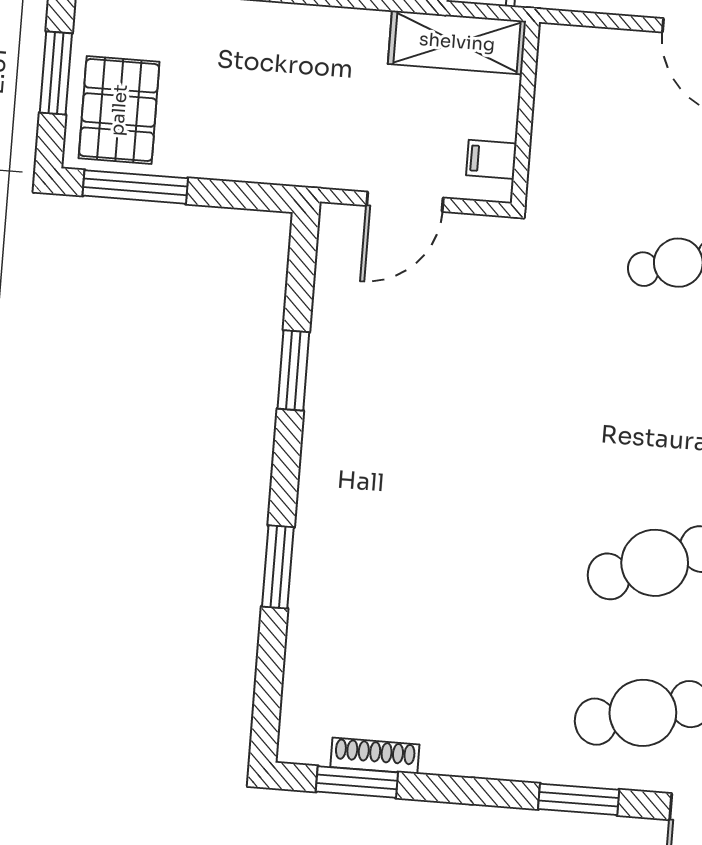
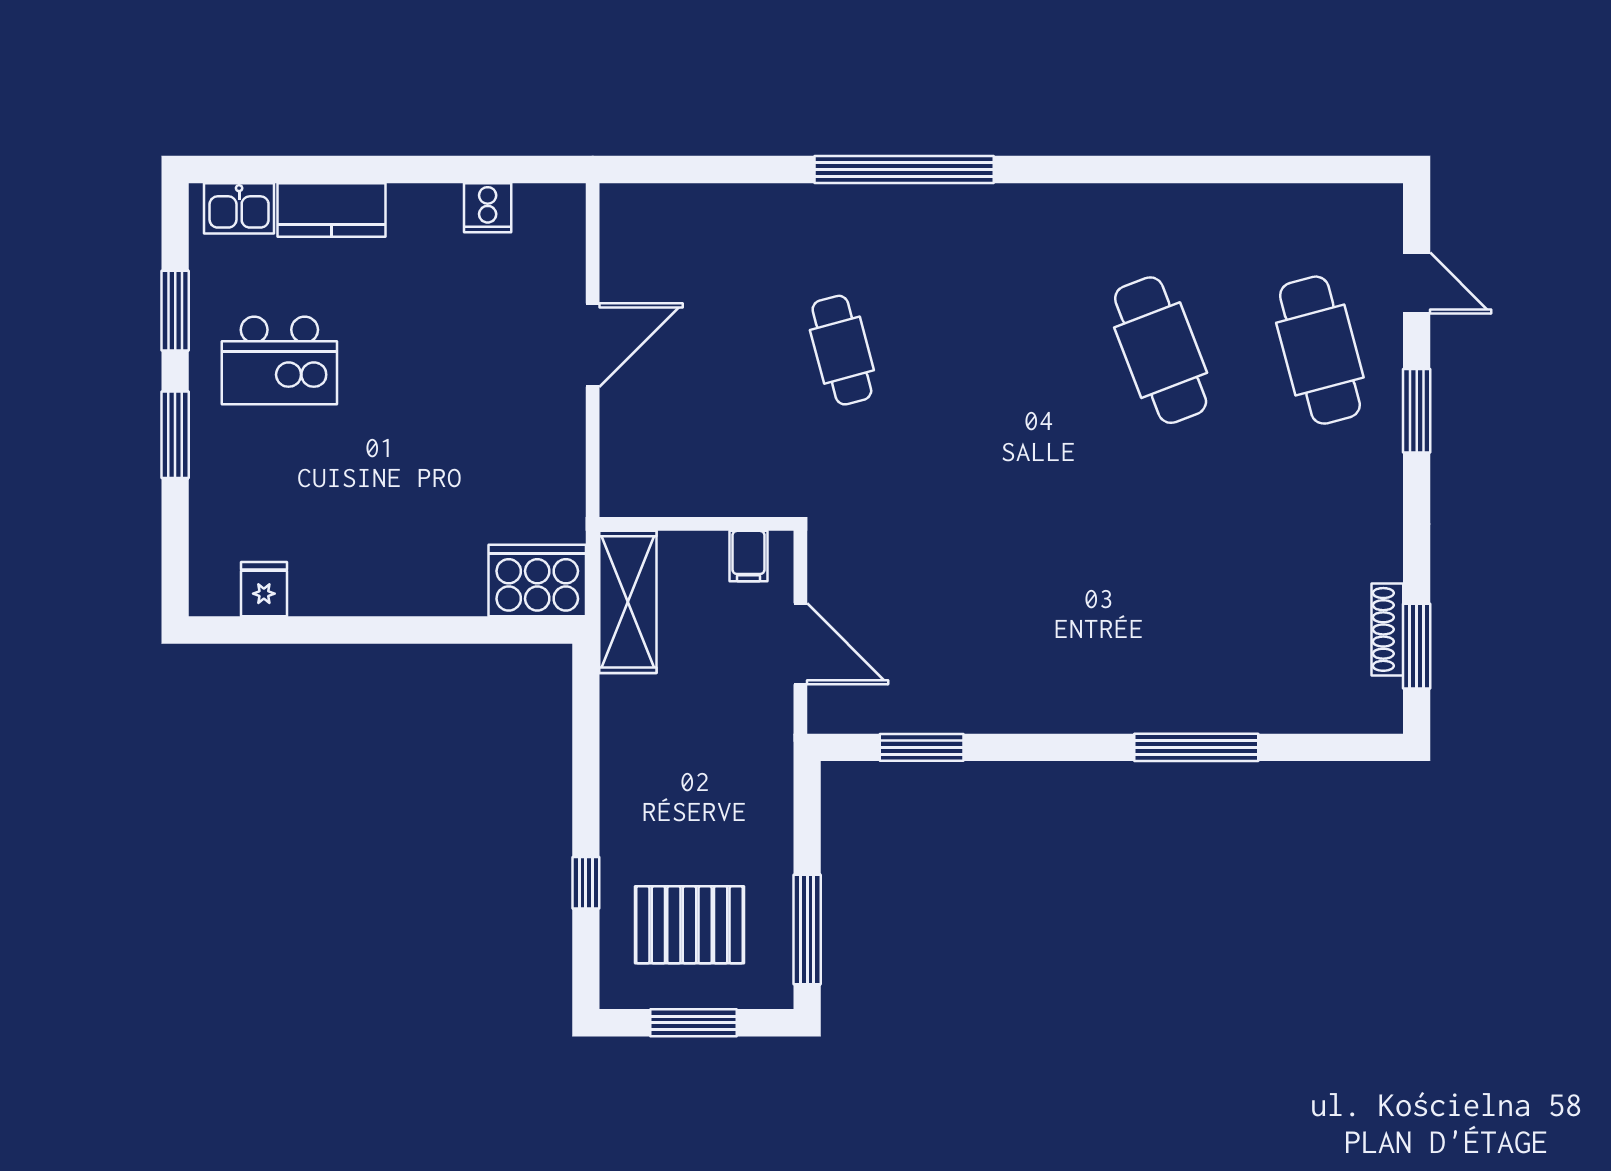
pallet: (119, 110) -> (690, 925), moved
window: (293, 370) -> (922, 747), moved
window: (278, 567) -> (1196, 747), width x1.44

